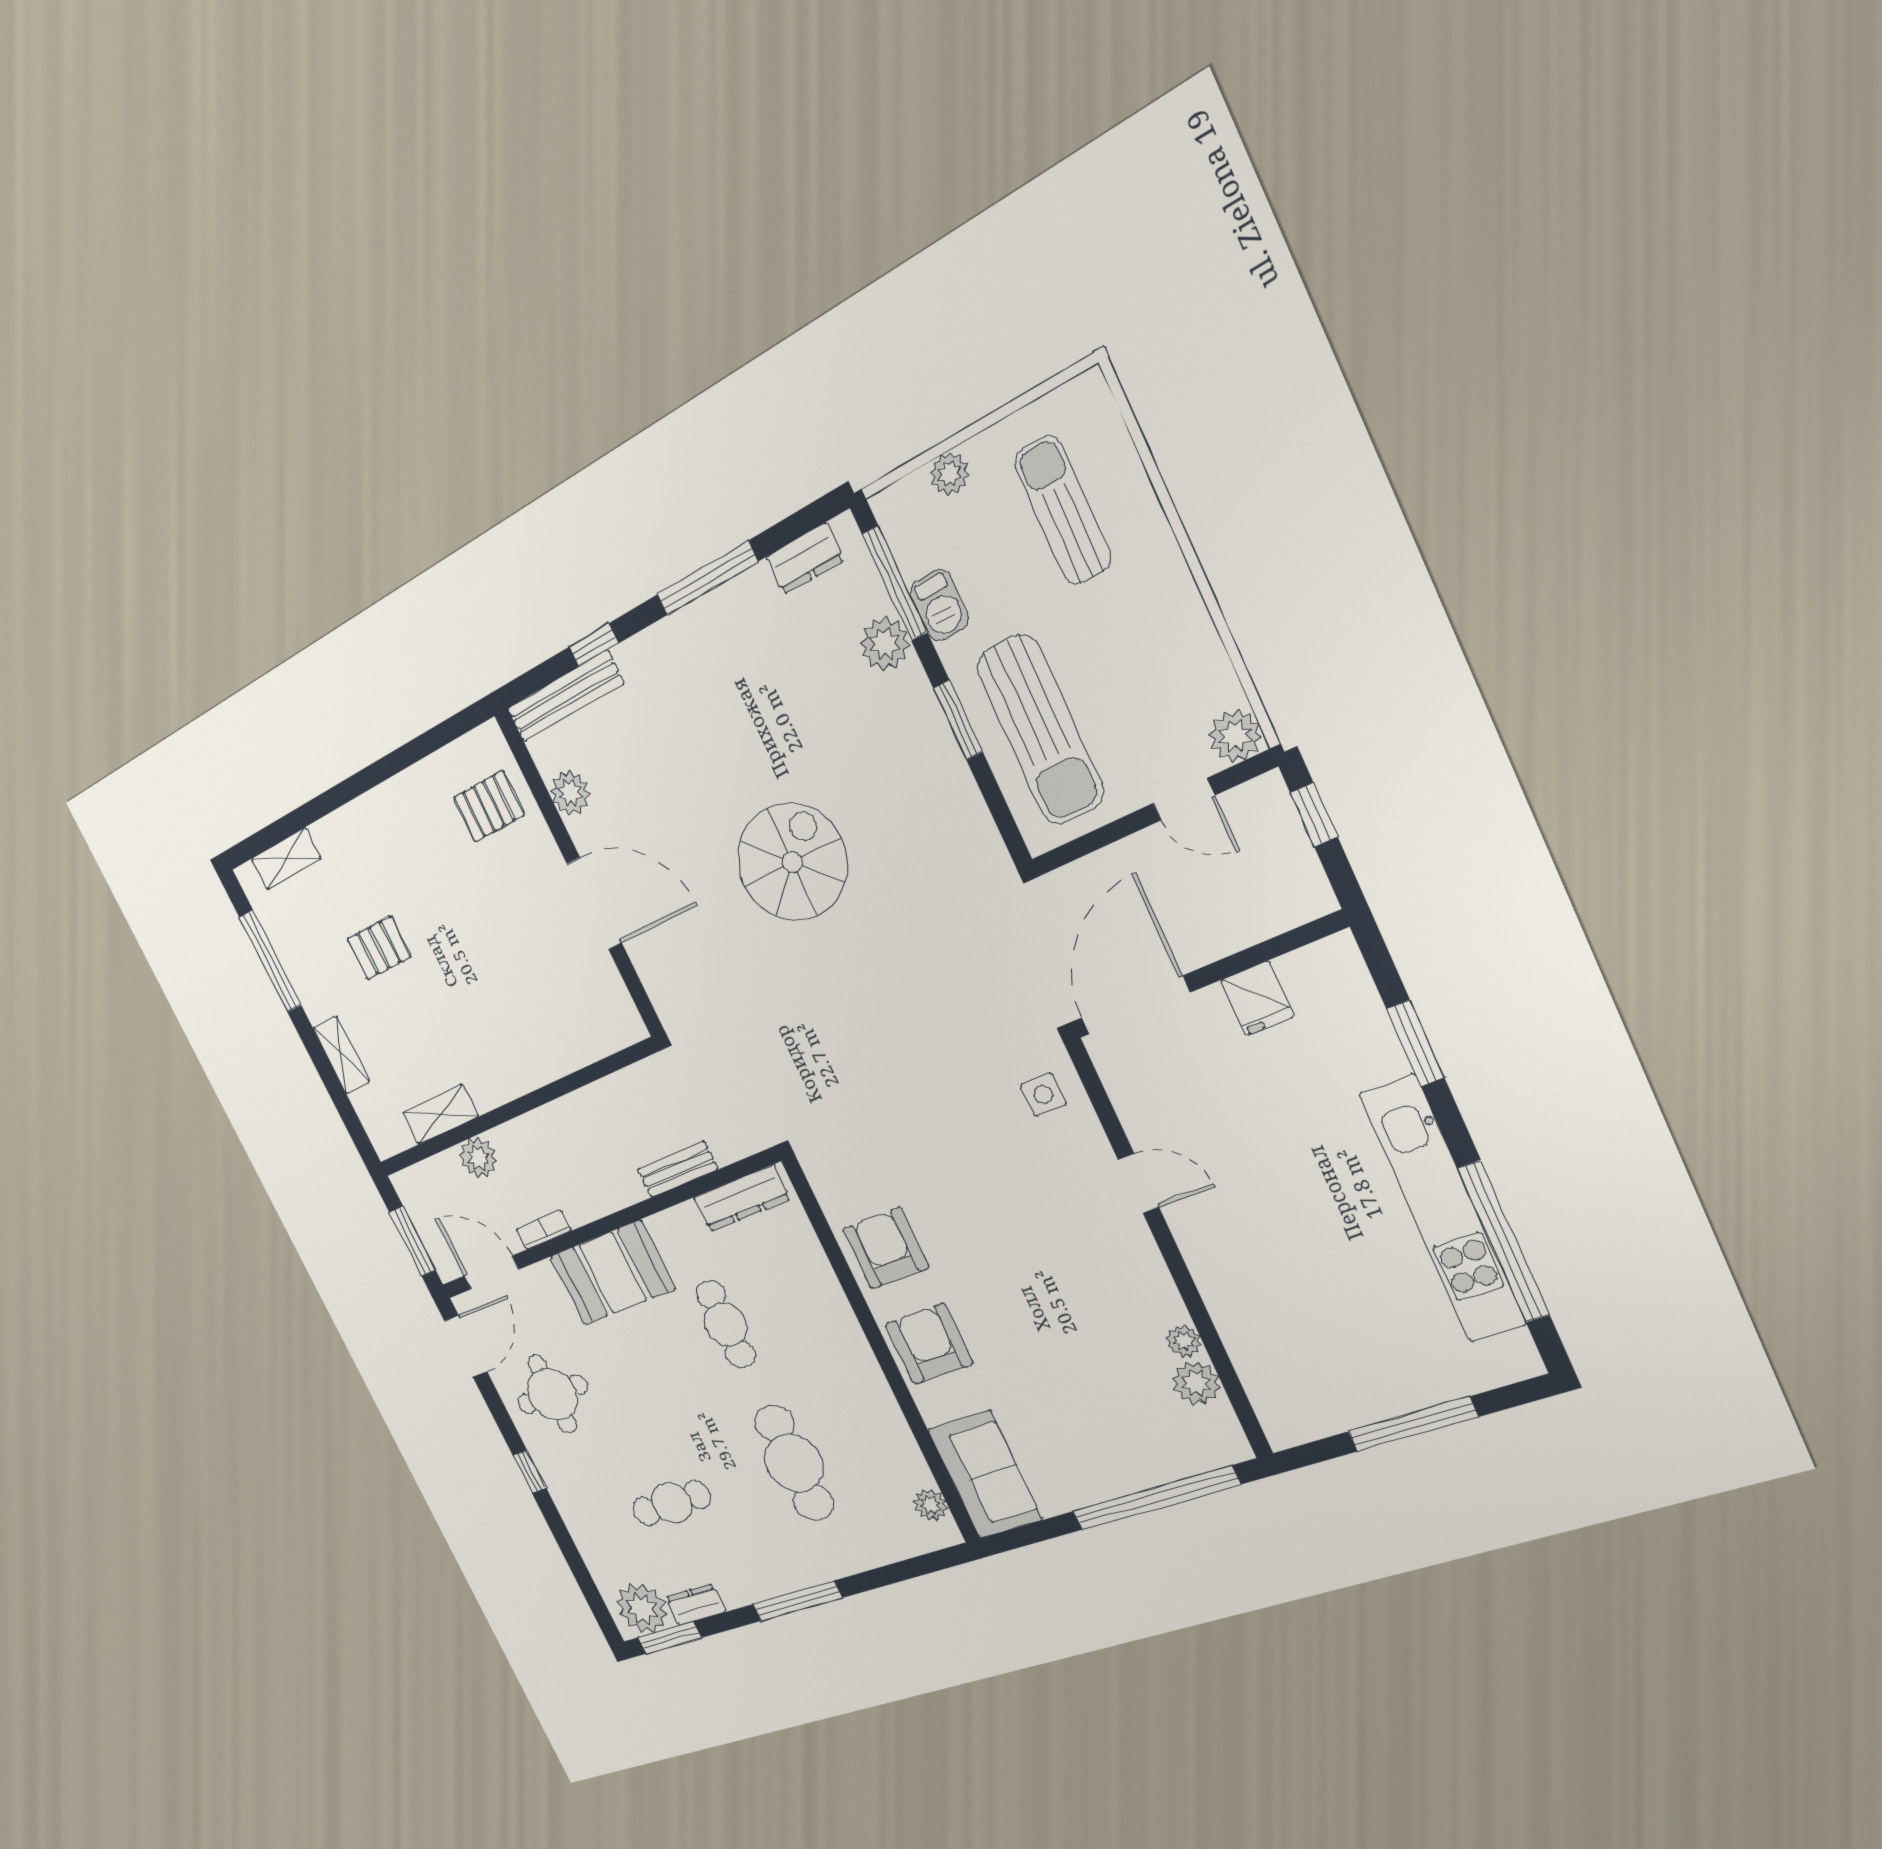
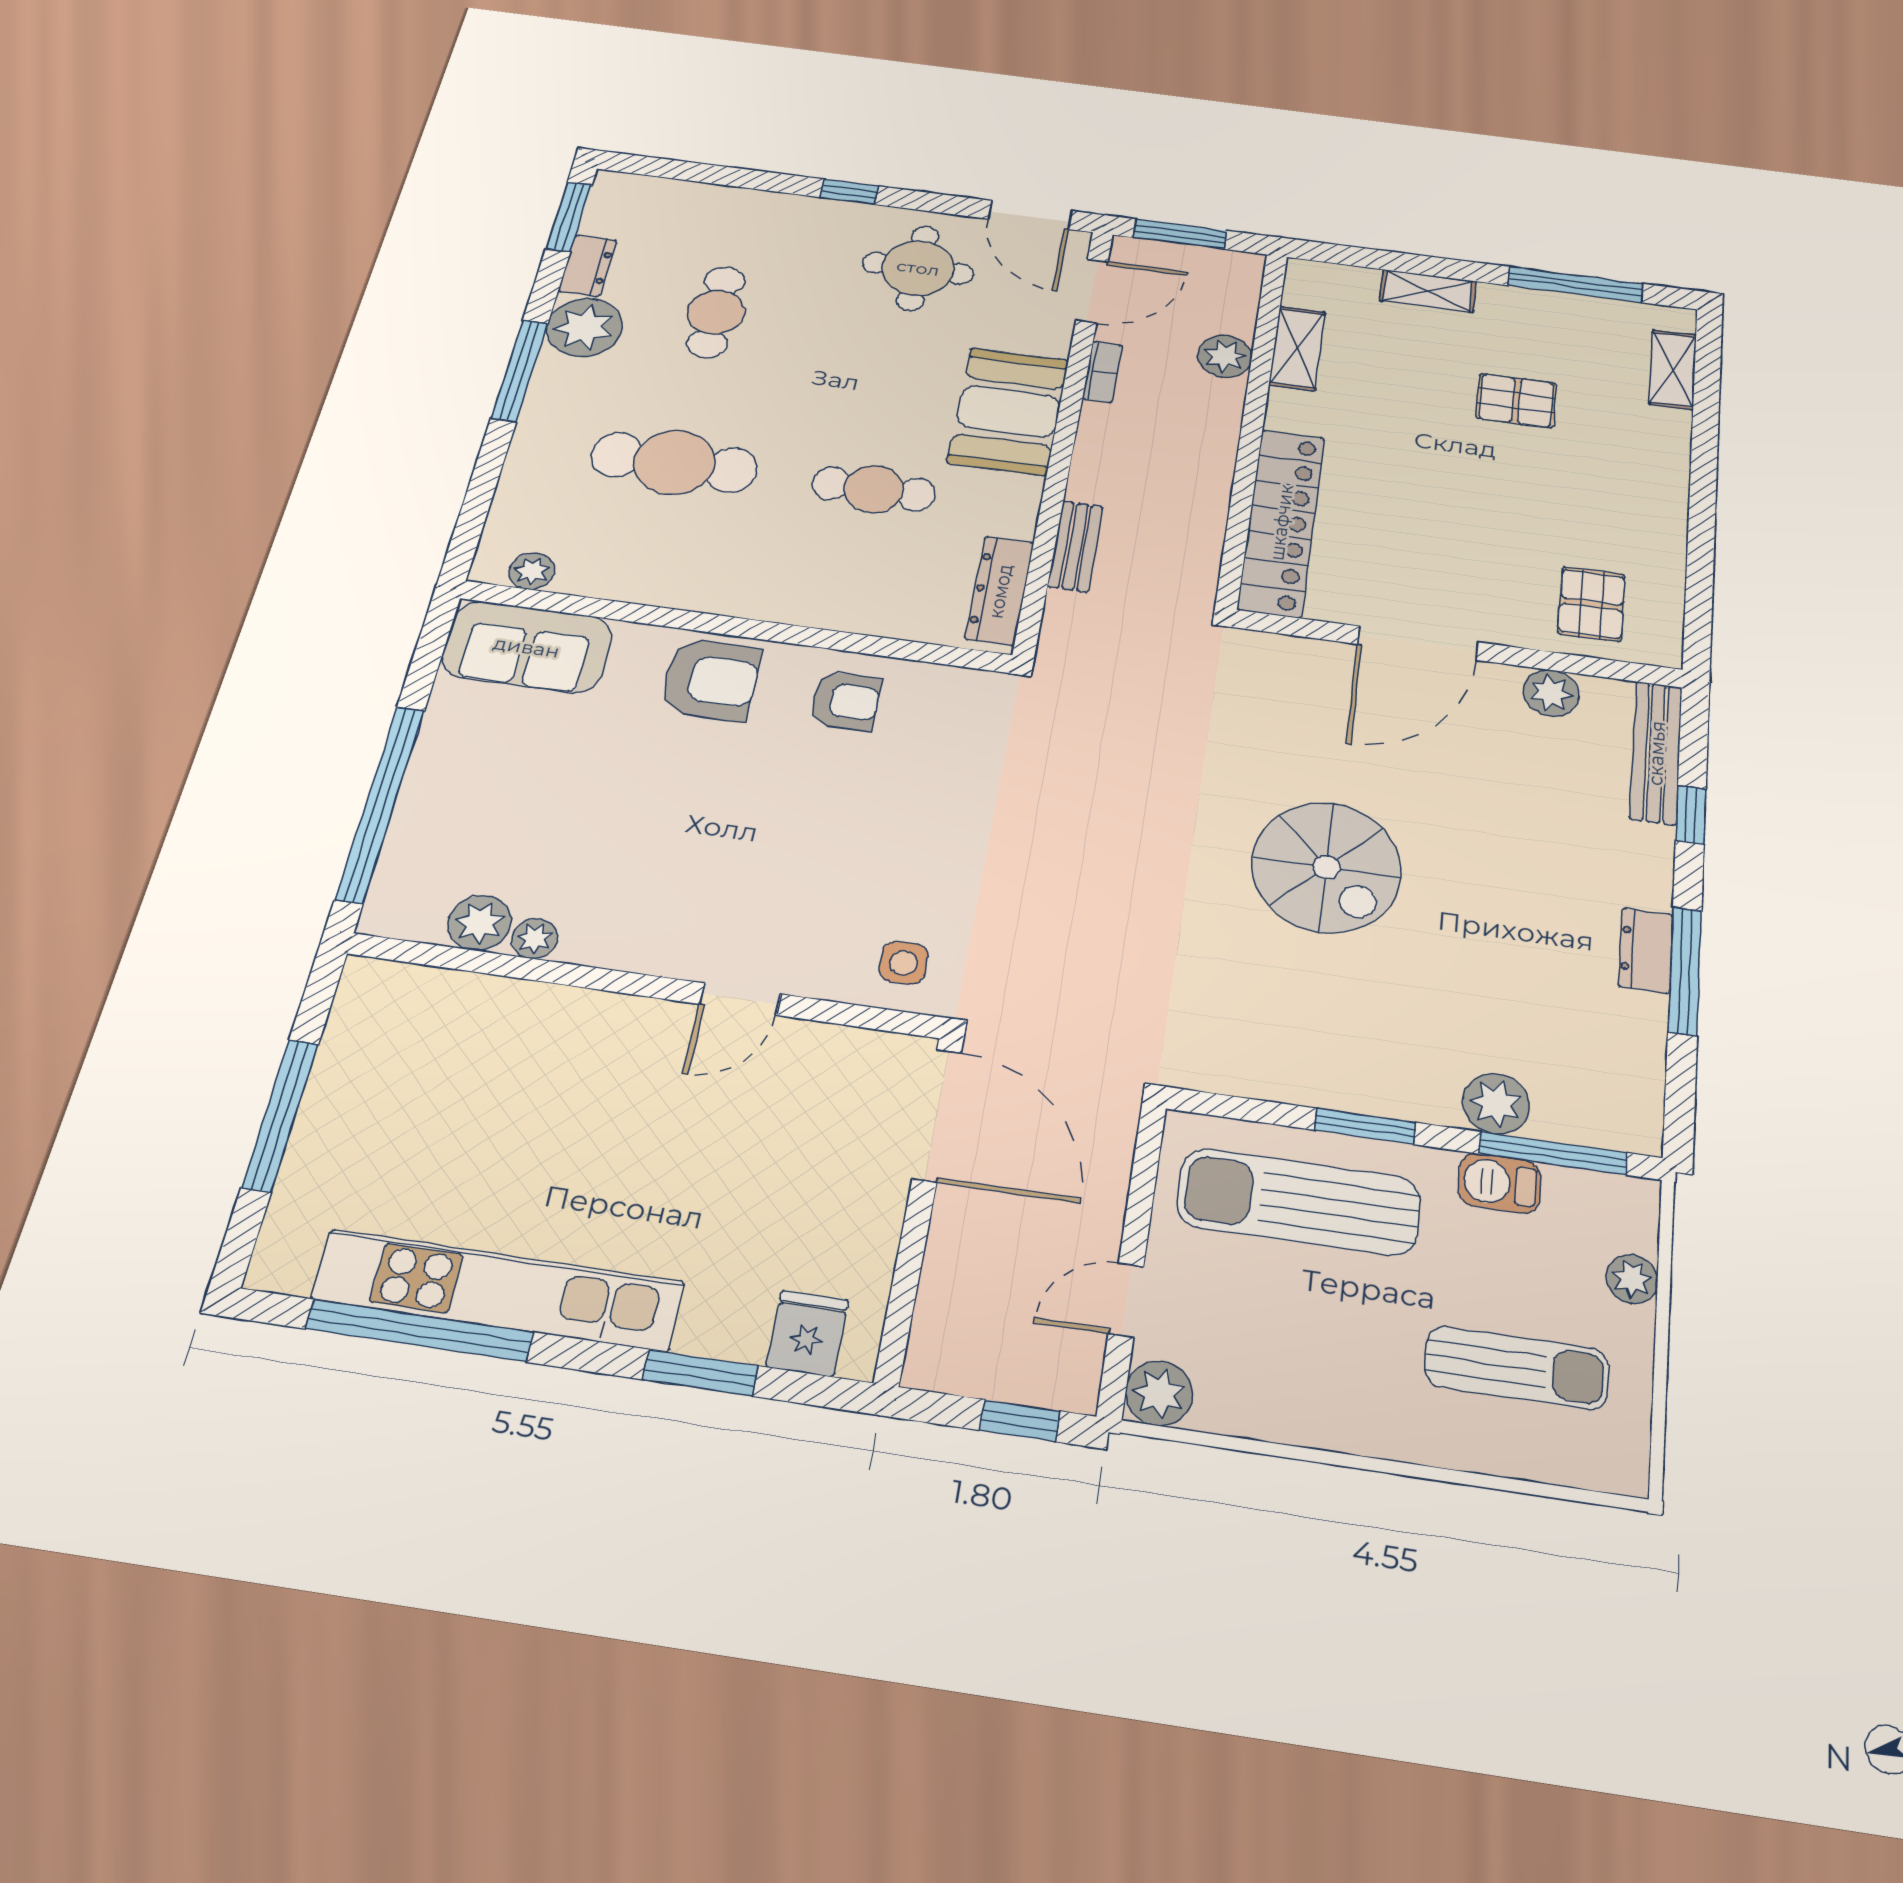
dresser: (805, 559) -> (1646, 950), moved
pallet: (379, 948) -> (1516, 401), turned 90
fridge: (1257, 998) -> (807, 1333), moved, turned 90
locker: (570, 1047) -> (1281, 522), added
armchair: (886, 1248) -> (845, 701), width x0.72, depth x0.72
plant: (642, 1608) -> (584, 328), moved

